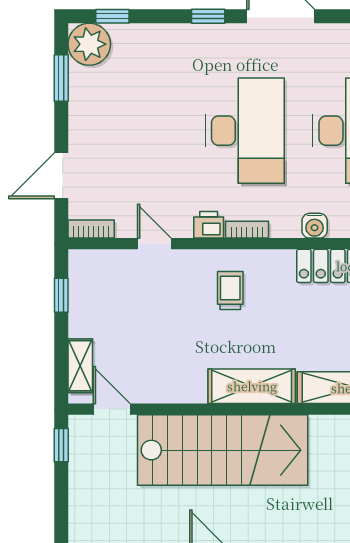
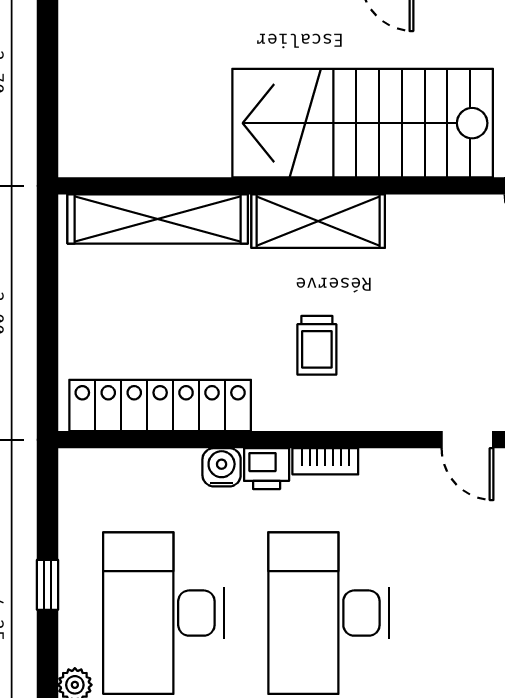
printer: (209, 225) -> (267, 469), moved
trolley: (230, 291) -> (317, 345), moved

